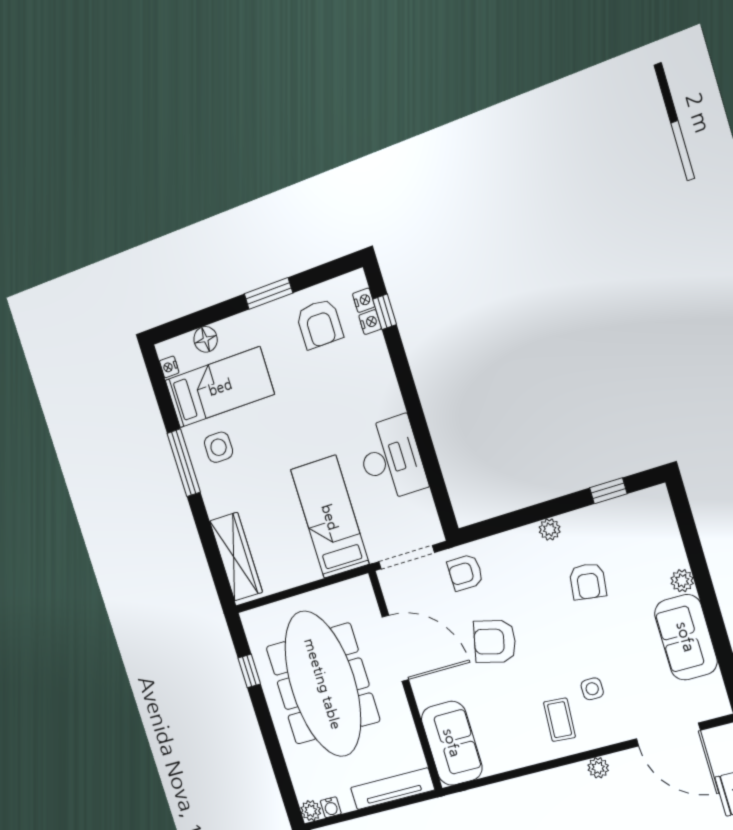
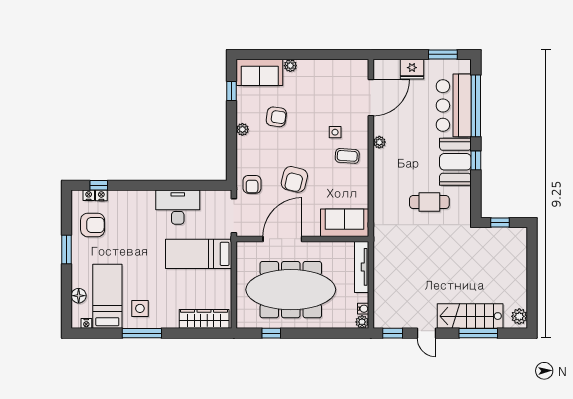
sofa: (686, 637) -> (260, 72), moved

